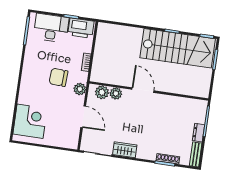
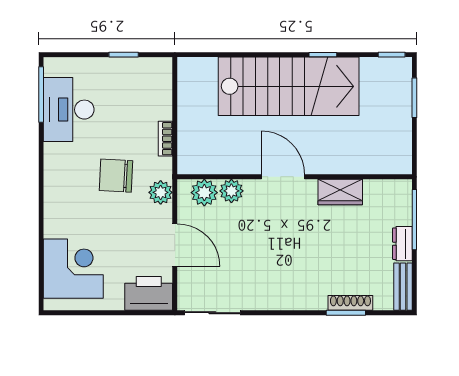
desk: (51, 28) -> (69, 110), moved, turned -90
printer: (81, 28) -> (149, 293), moved, turned 180
stairs: (178, 48) -> (289, 86), moved
wardrobe: (125, 150) -> (340, 192), moved, turned 180

